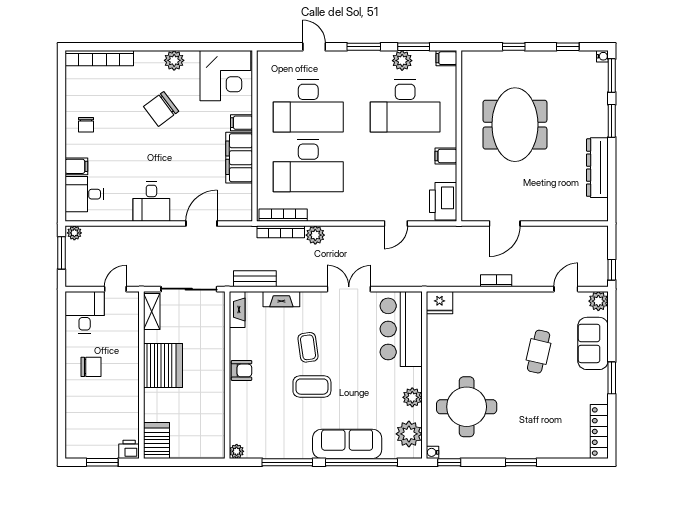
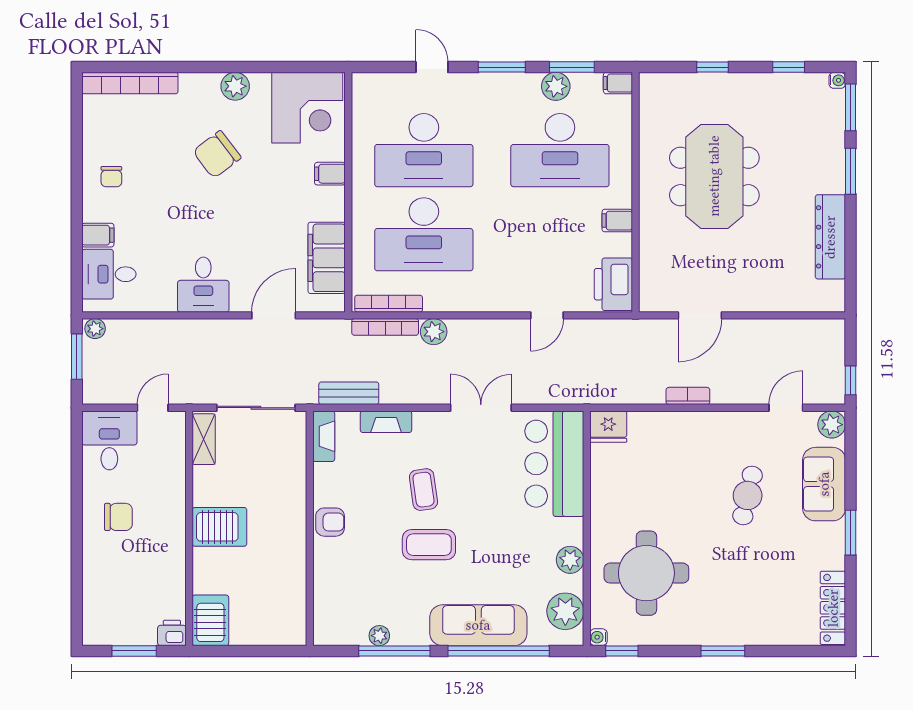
filing cabinet: (239, 158) -> (327, 258), moved
server rack: (163, 366) -> (219, 527), width x0.62
plant: (237, 451) -> (379, 636), moved

